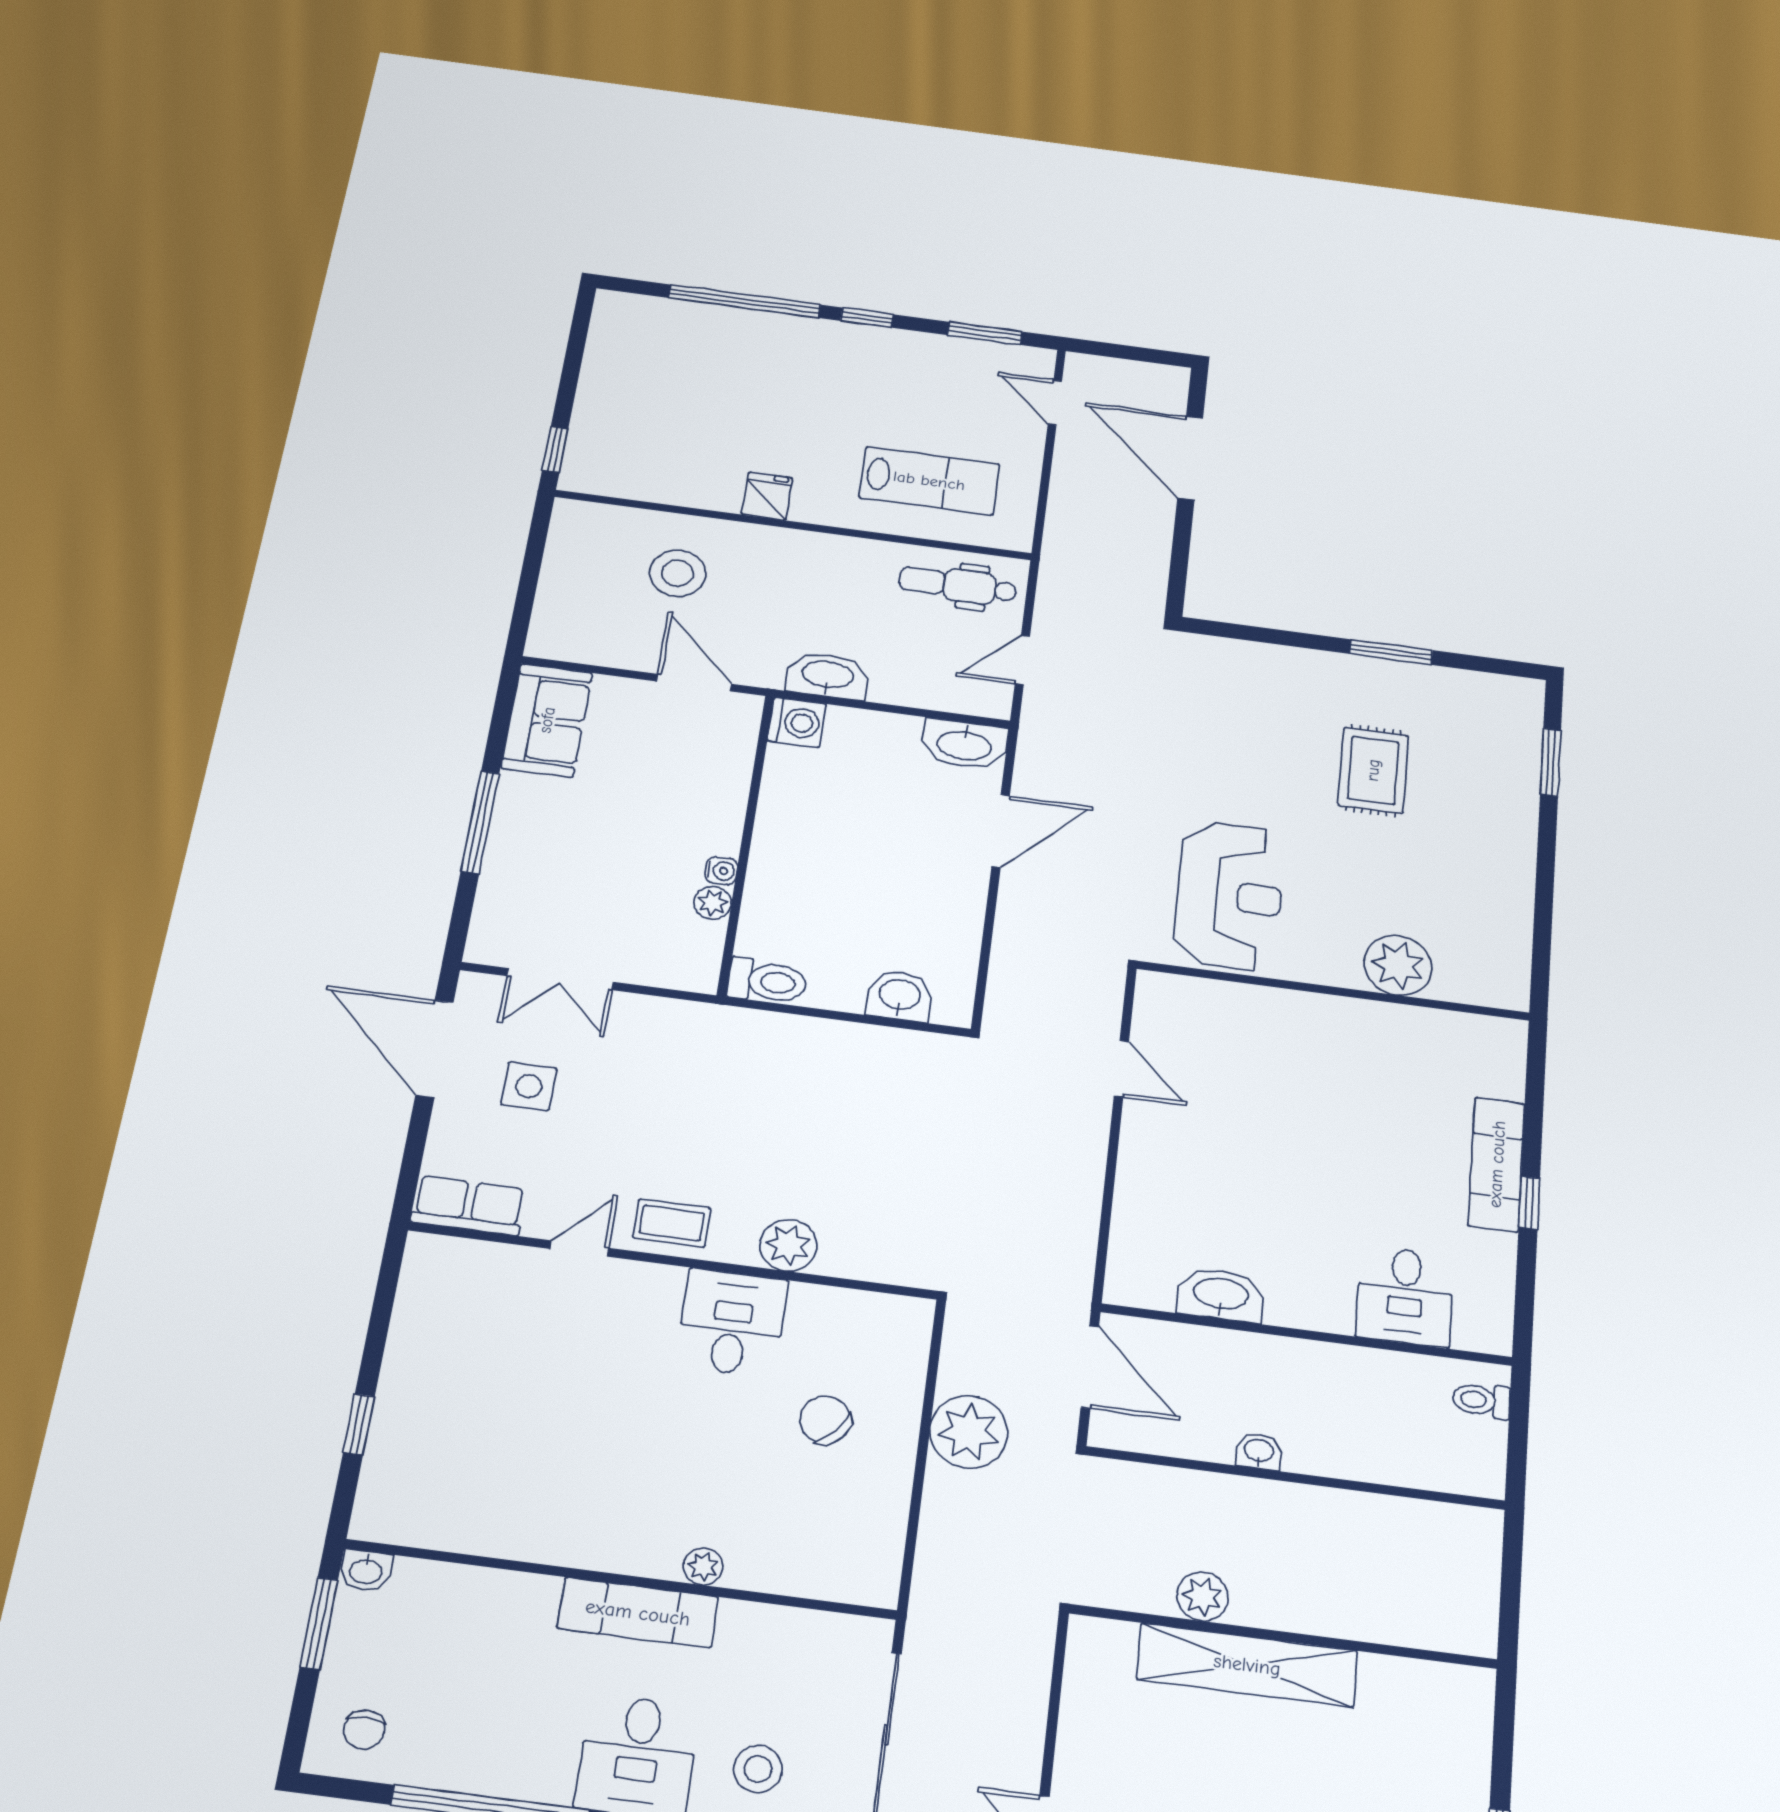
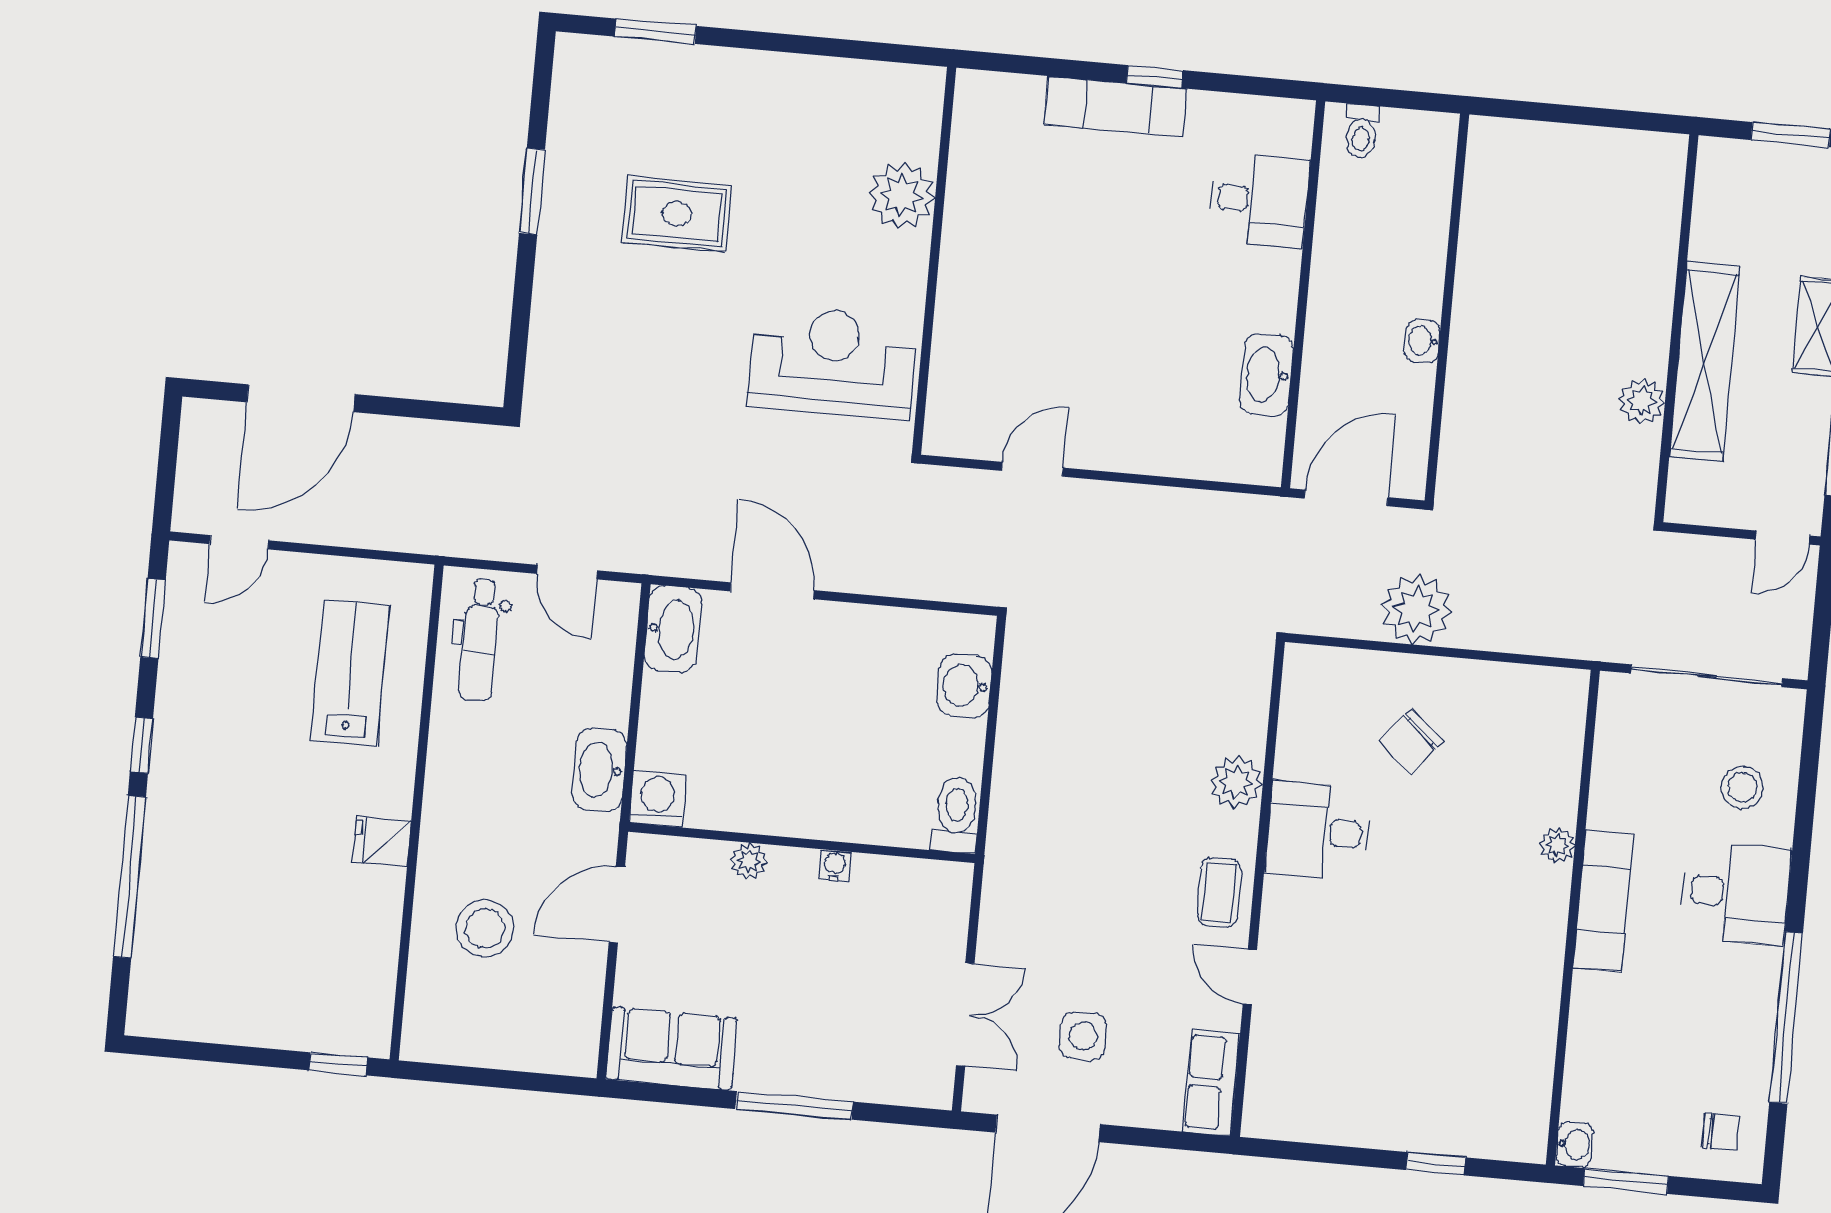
plant: (713, 903) -> (749, 861), moved
plant: (1202, 1597) -> (1642, 401), moved
wall: (1283, 1636) -> (1676, 328), moved
shelving: (1247, 1665) -> (1705, 361), moved

